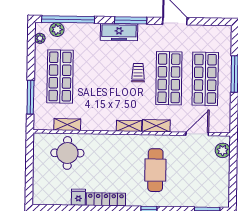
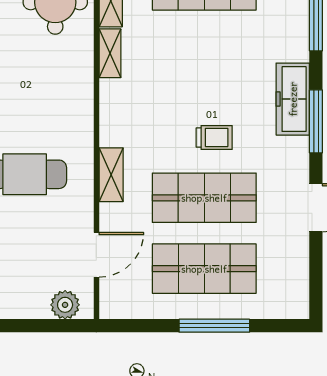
shelving: (129, 126) -> (110, 53), moved
door: (197, 134) -> (96, 255), hinge flipped

